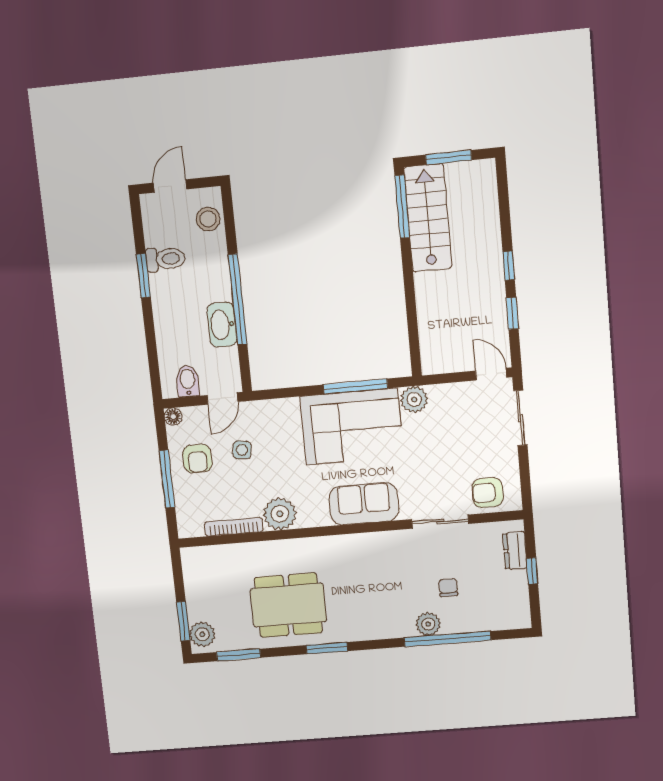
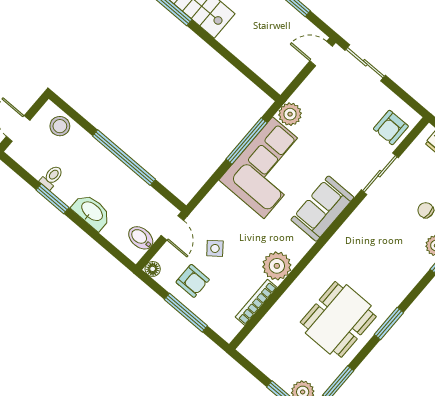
toilet: (166, 259) -> (52, 177), width x0.73, depth x0.72
washbasin: (222, 325) -> (92, 212), moved, turned 180
side table: (242, 450) -> (215, 248), turned 45

